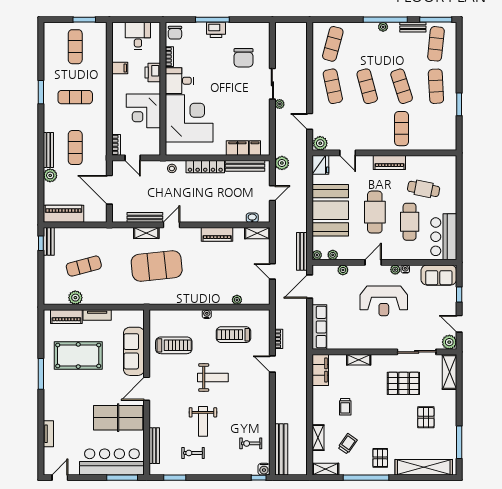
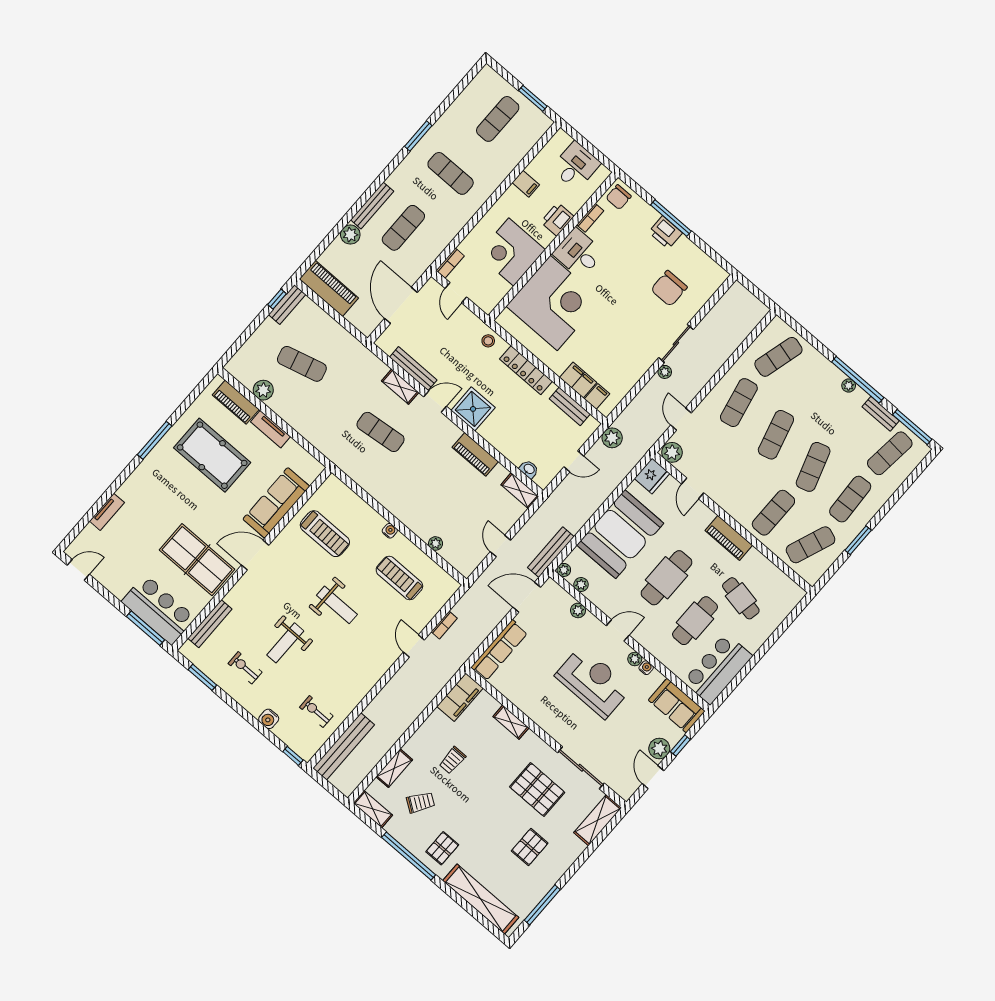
exercise mat: (436, 129) -> (811, 545), added
bench: (245, 166) -> (570, 406), width x0.73
shower: (195, 211) -> (473, 409), added
exercise mat: (157, 266) -> (381, 432), width x0.50, depth x0.69
reception desk: (384, 301) -> (593, 682), turned 180
plant: (449, 342) -> (659, 748), moved
bar counter: (112, 462) -> (158, 610), width x0.73
water cooler: (264, 469) -> (269, 719), moved

